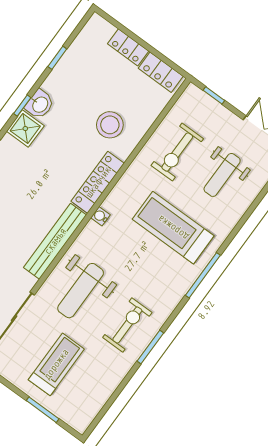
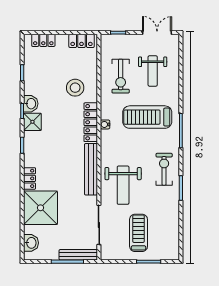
locker: (128, 47) -> (43, 40), moved
water cooler: (100, 216) -> (105, 124), moved
exercise bike: (127, 325) -> (164, 169), moved

